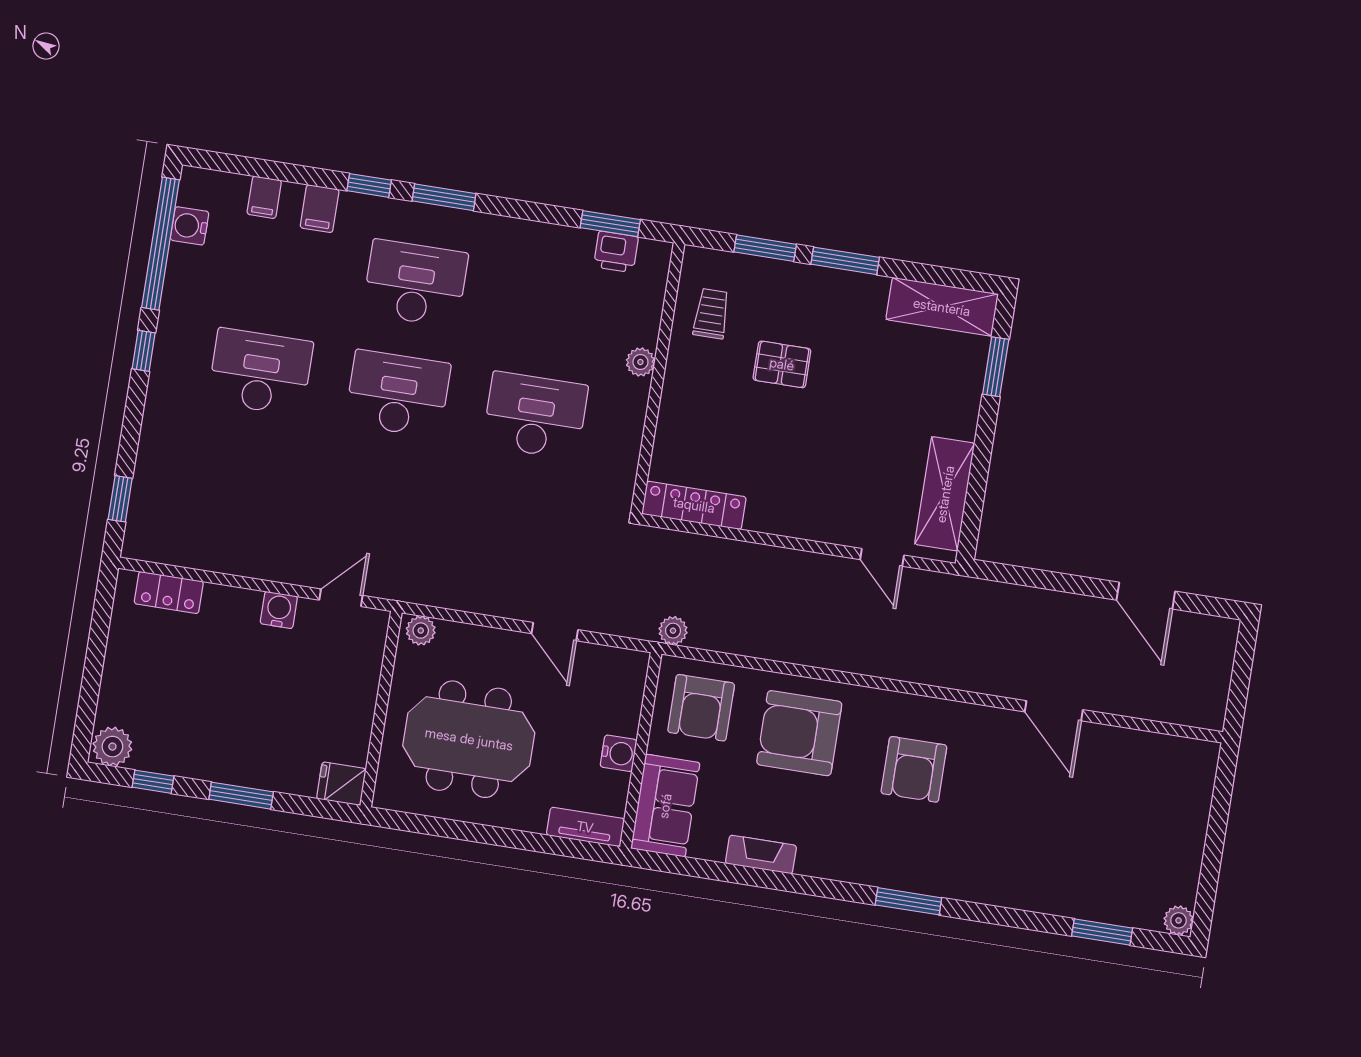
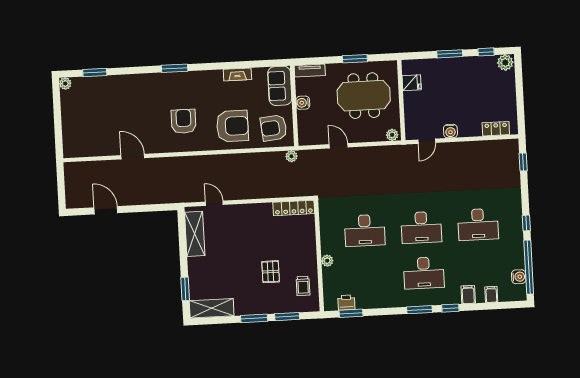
pallet: (782, 364) -> (271, 272), turned 90
armchair: (701, 708) -> (274, 128), turned -96
fridge: (341, 784) -> (412, 83), moved
window: (471, 832) -> (355, 59), added

